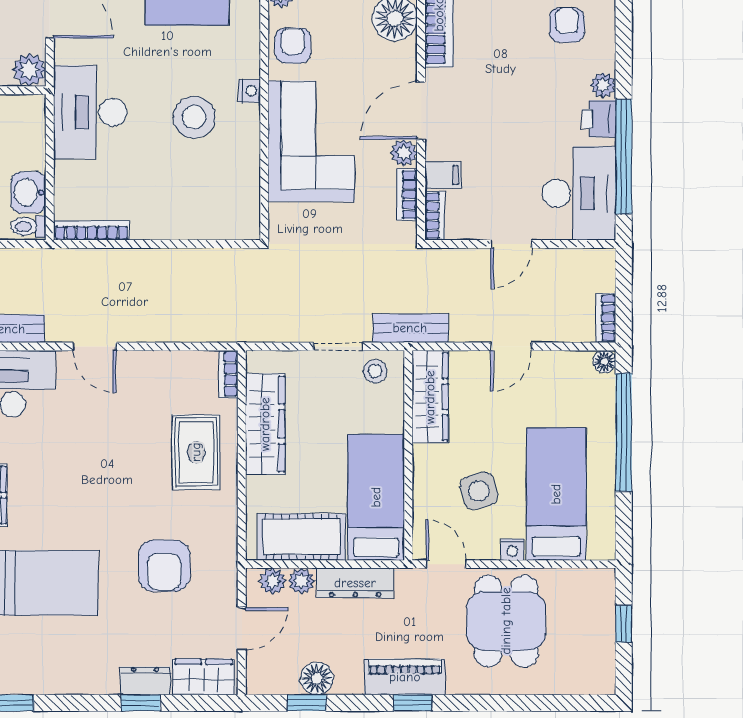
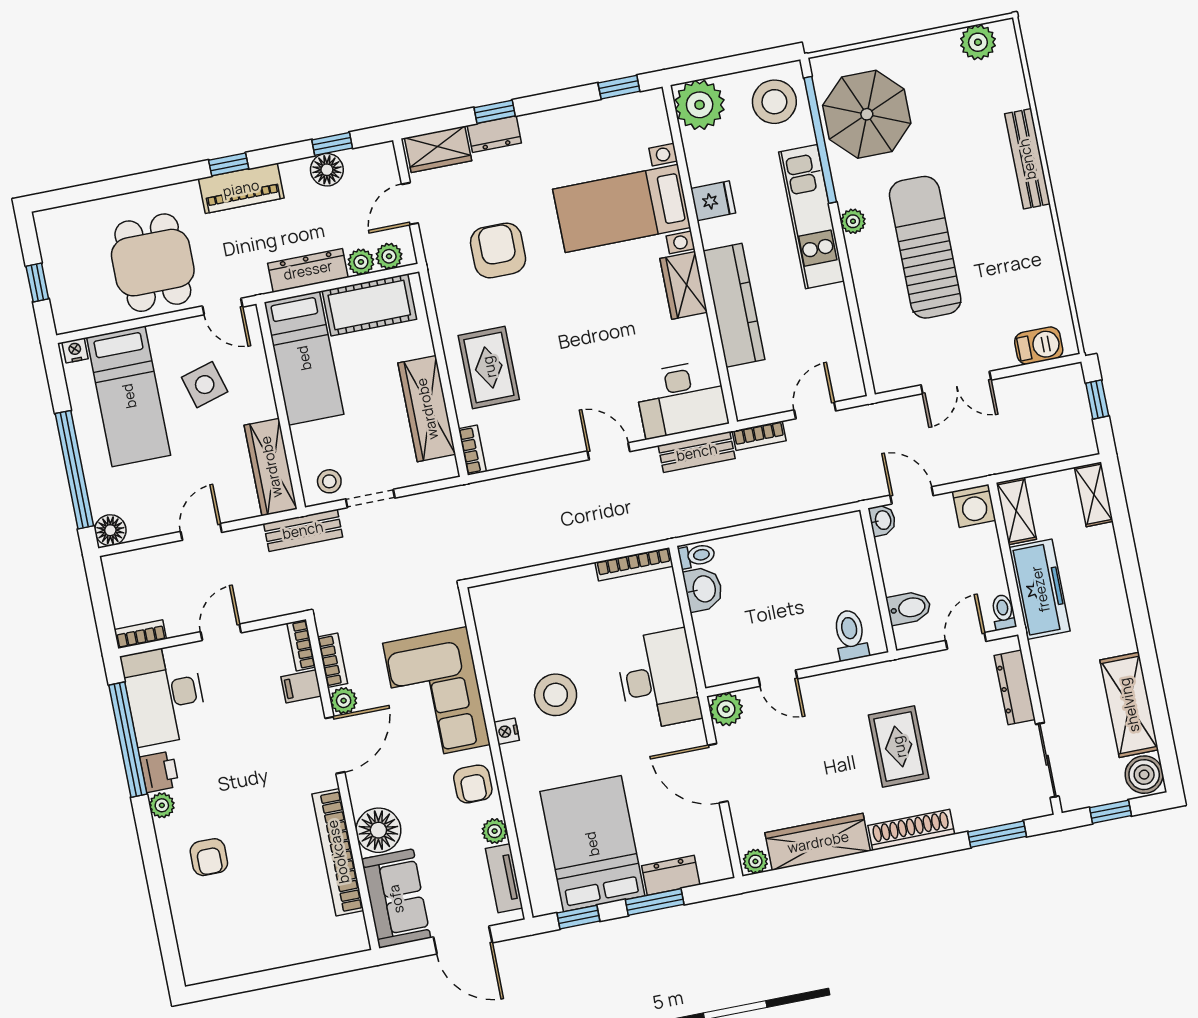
bookcase: (606, 318) -> (140, 634), moved, turned -90
floor lamp: (604, 362) -> (110, 530), width x1.37, depth x1.37
nightstand: (512, 550) -> (75, 350), moved

